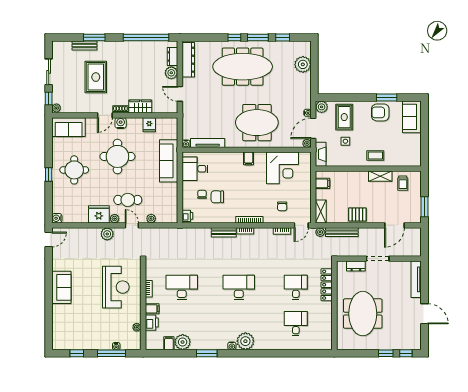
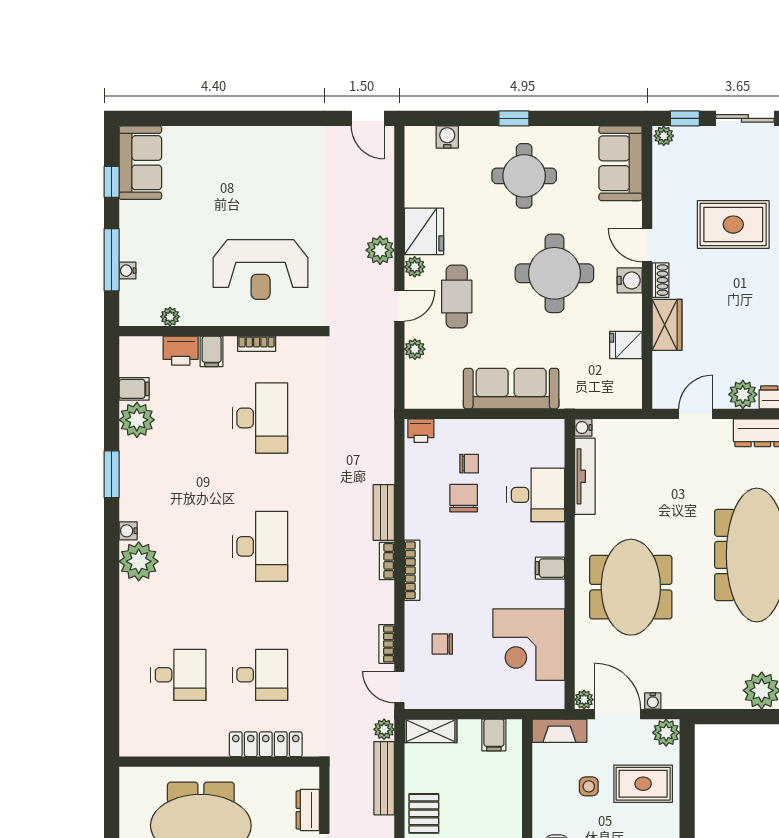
sofa: (169, 161) -> (511, 389), moved
desk: (195, 169) -> (536, 495), moved, turned 90
water cooler: (57, 218) -> (447, 137), moved
sofa: (61, 287) -> (140, 163), moved, turned -90

